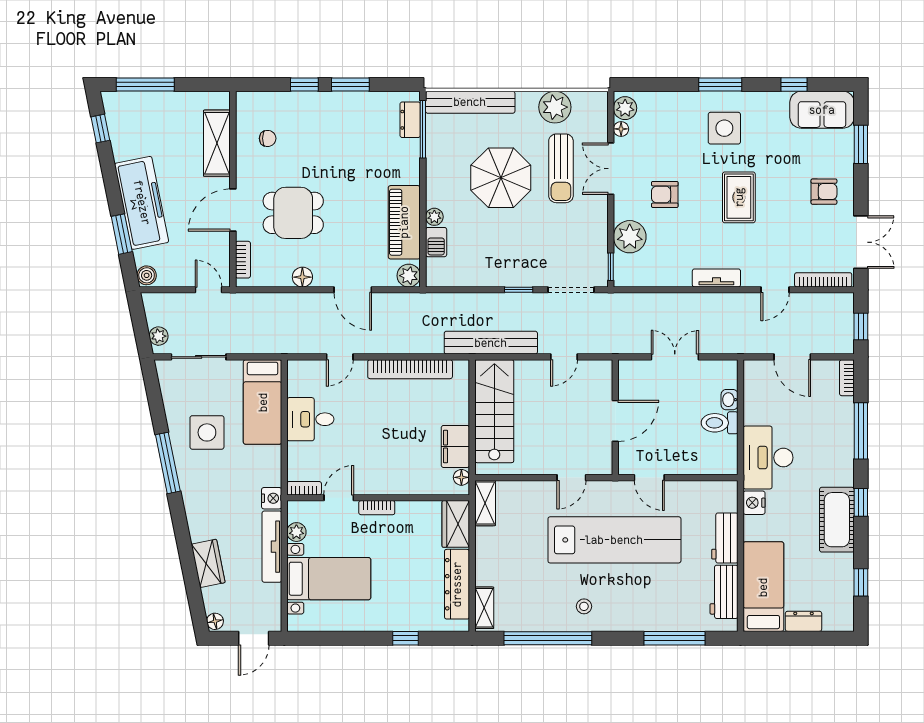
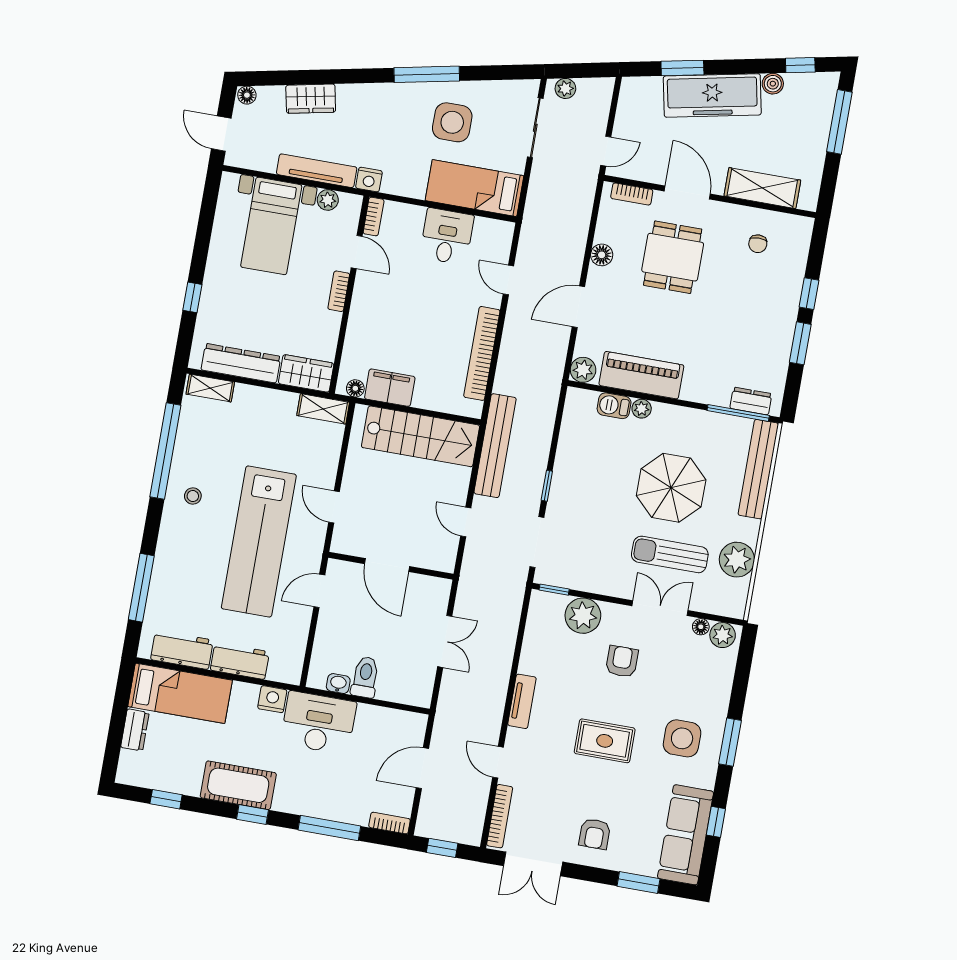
sofa: (822, 110) -> (686, 835), width x1.36
boiler: (147, 275) -> (773, 84), moved
washbasin: (730, 400) -> (338, 684), moved

